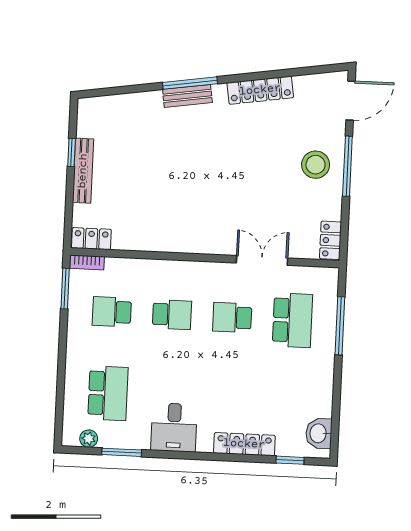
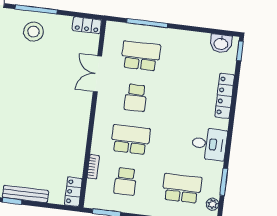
bookcase: (87, 262) -> (93, 167), moved
school desk: (172, 315) -> (130, 140), width x1.85
window: (290, 460) -> (240, 51), moved

